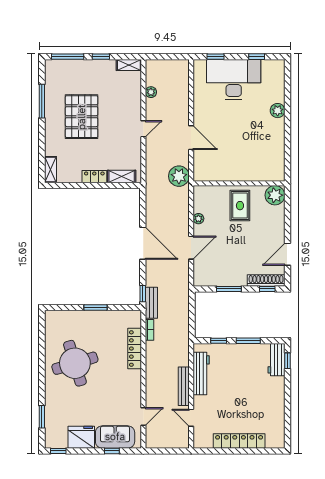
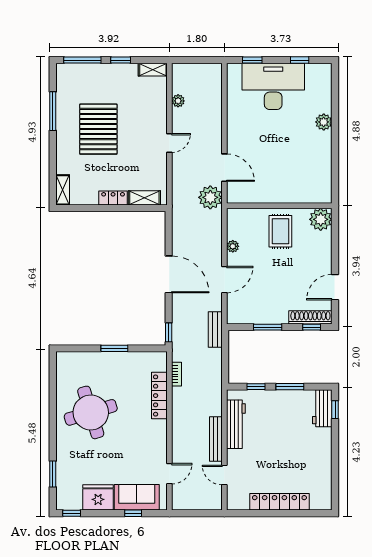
door: (191, 138) -> (224, 168), moved
bench: (151, 303) -> (215, 329), moved

